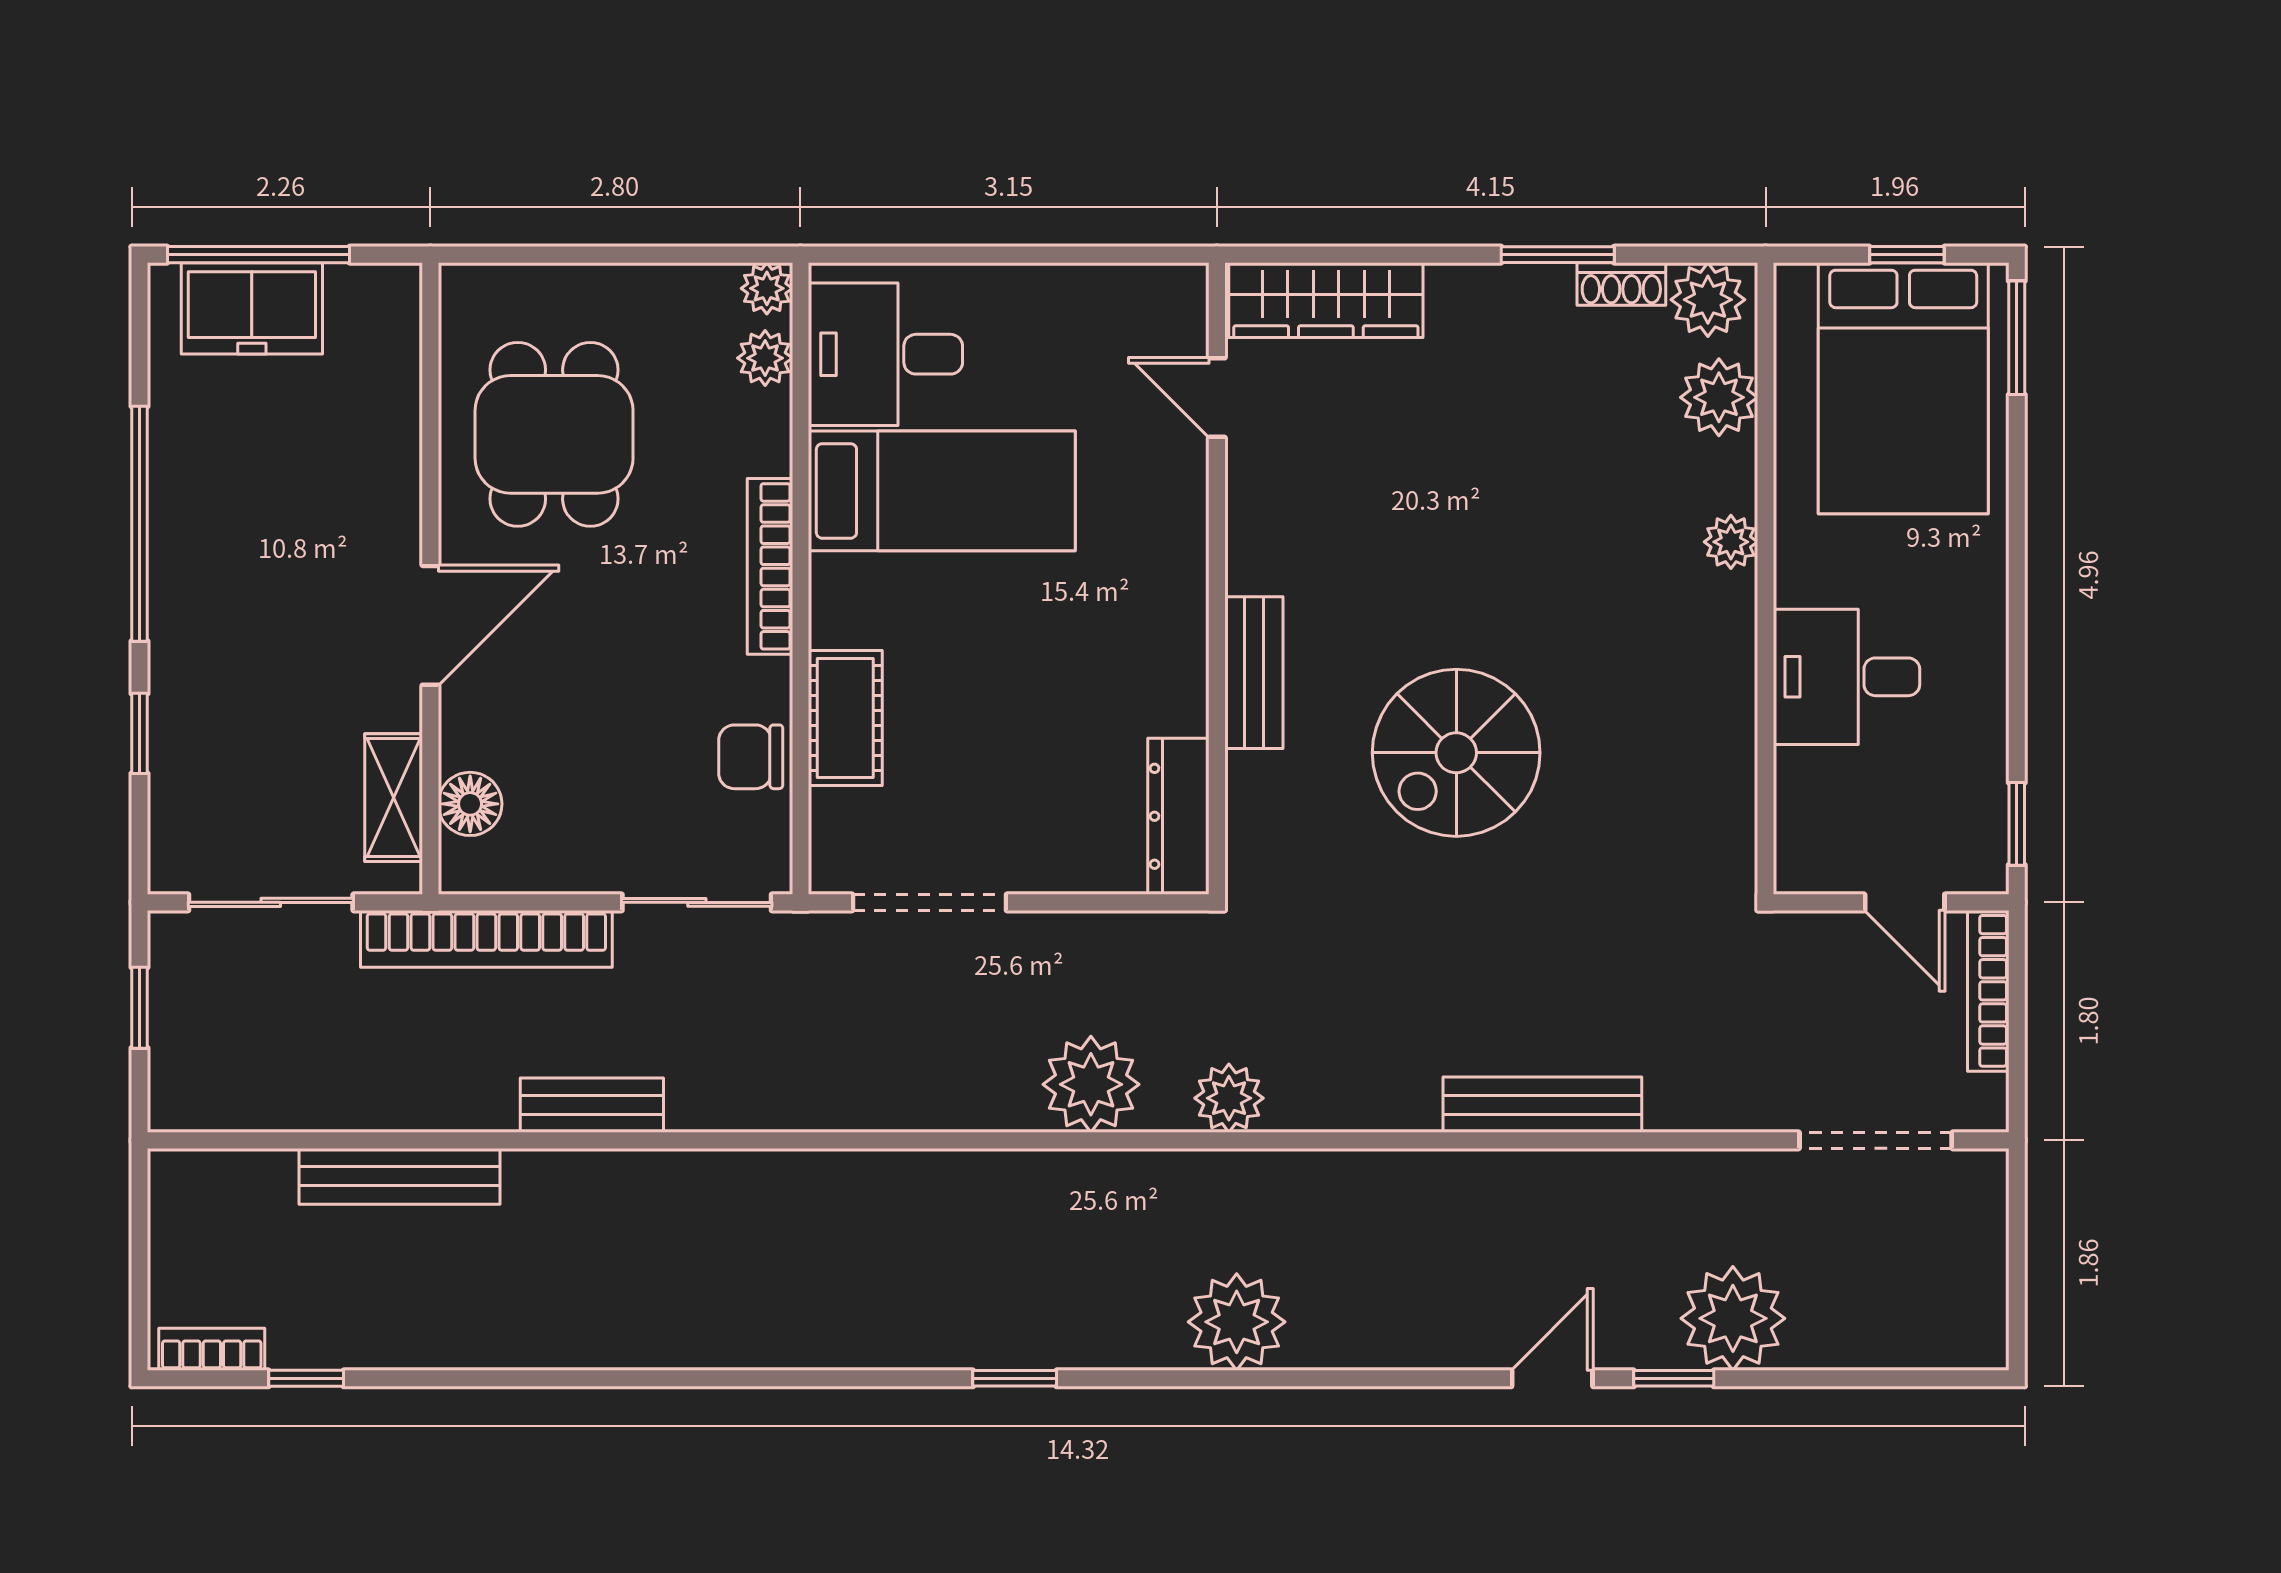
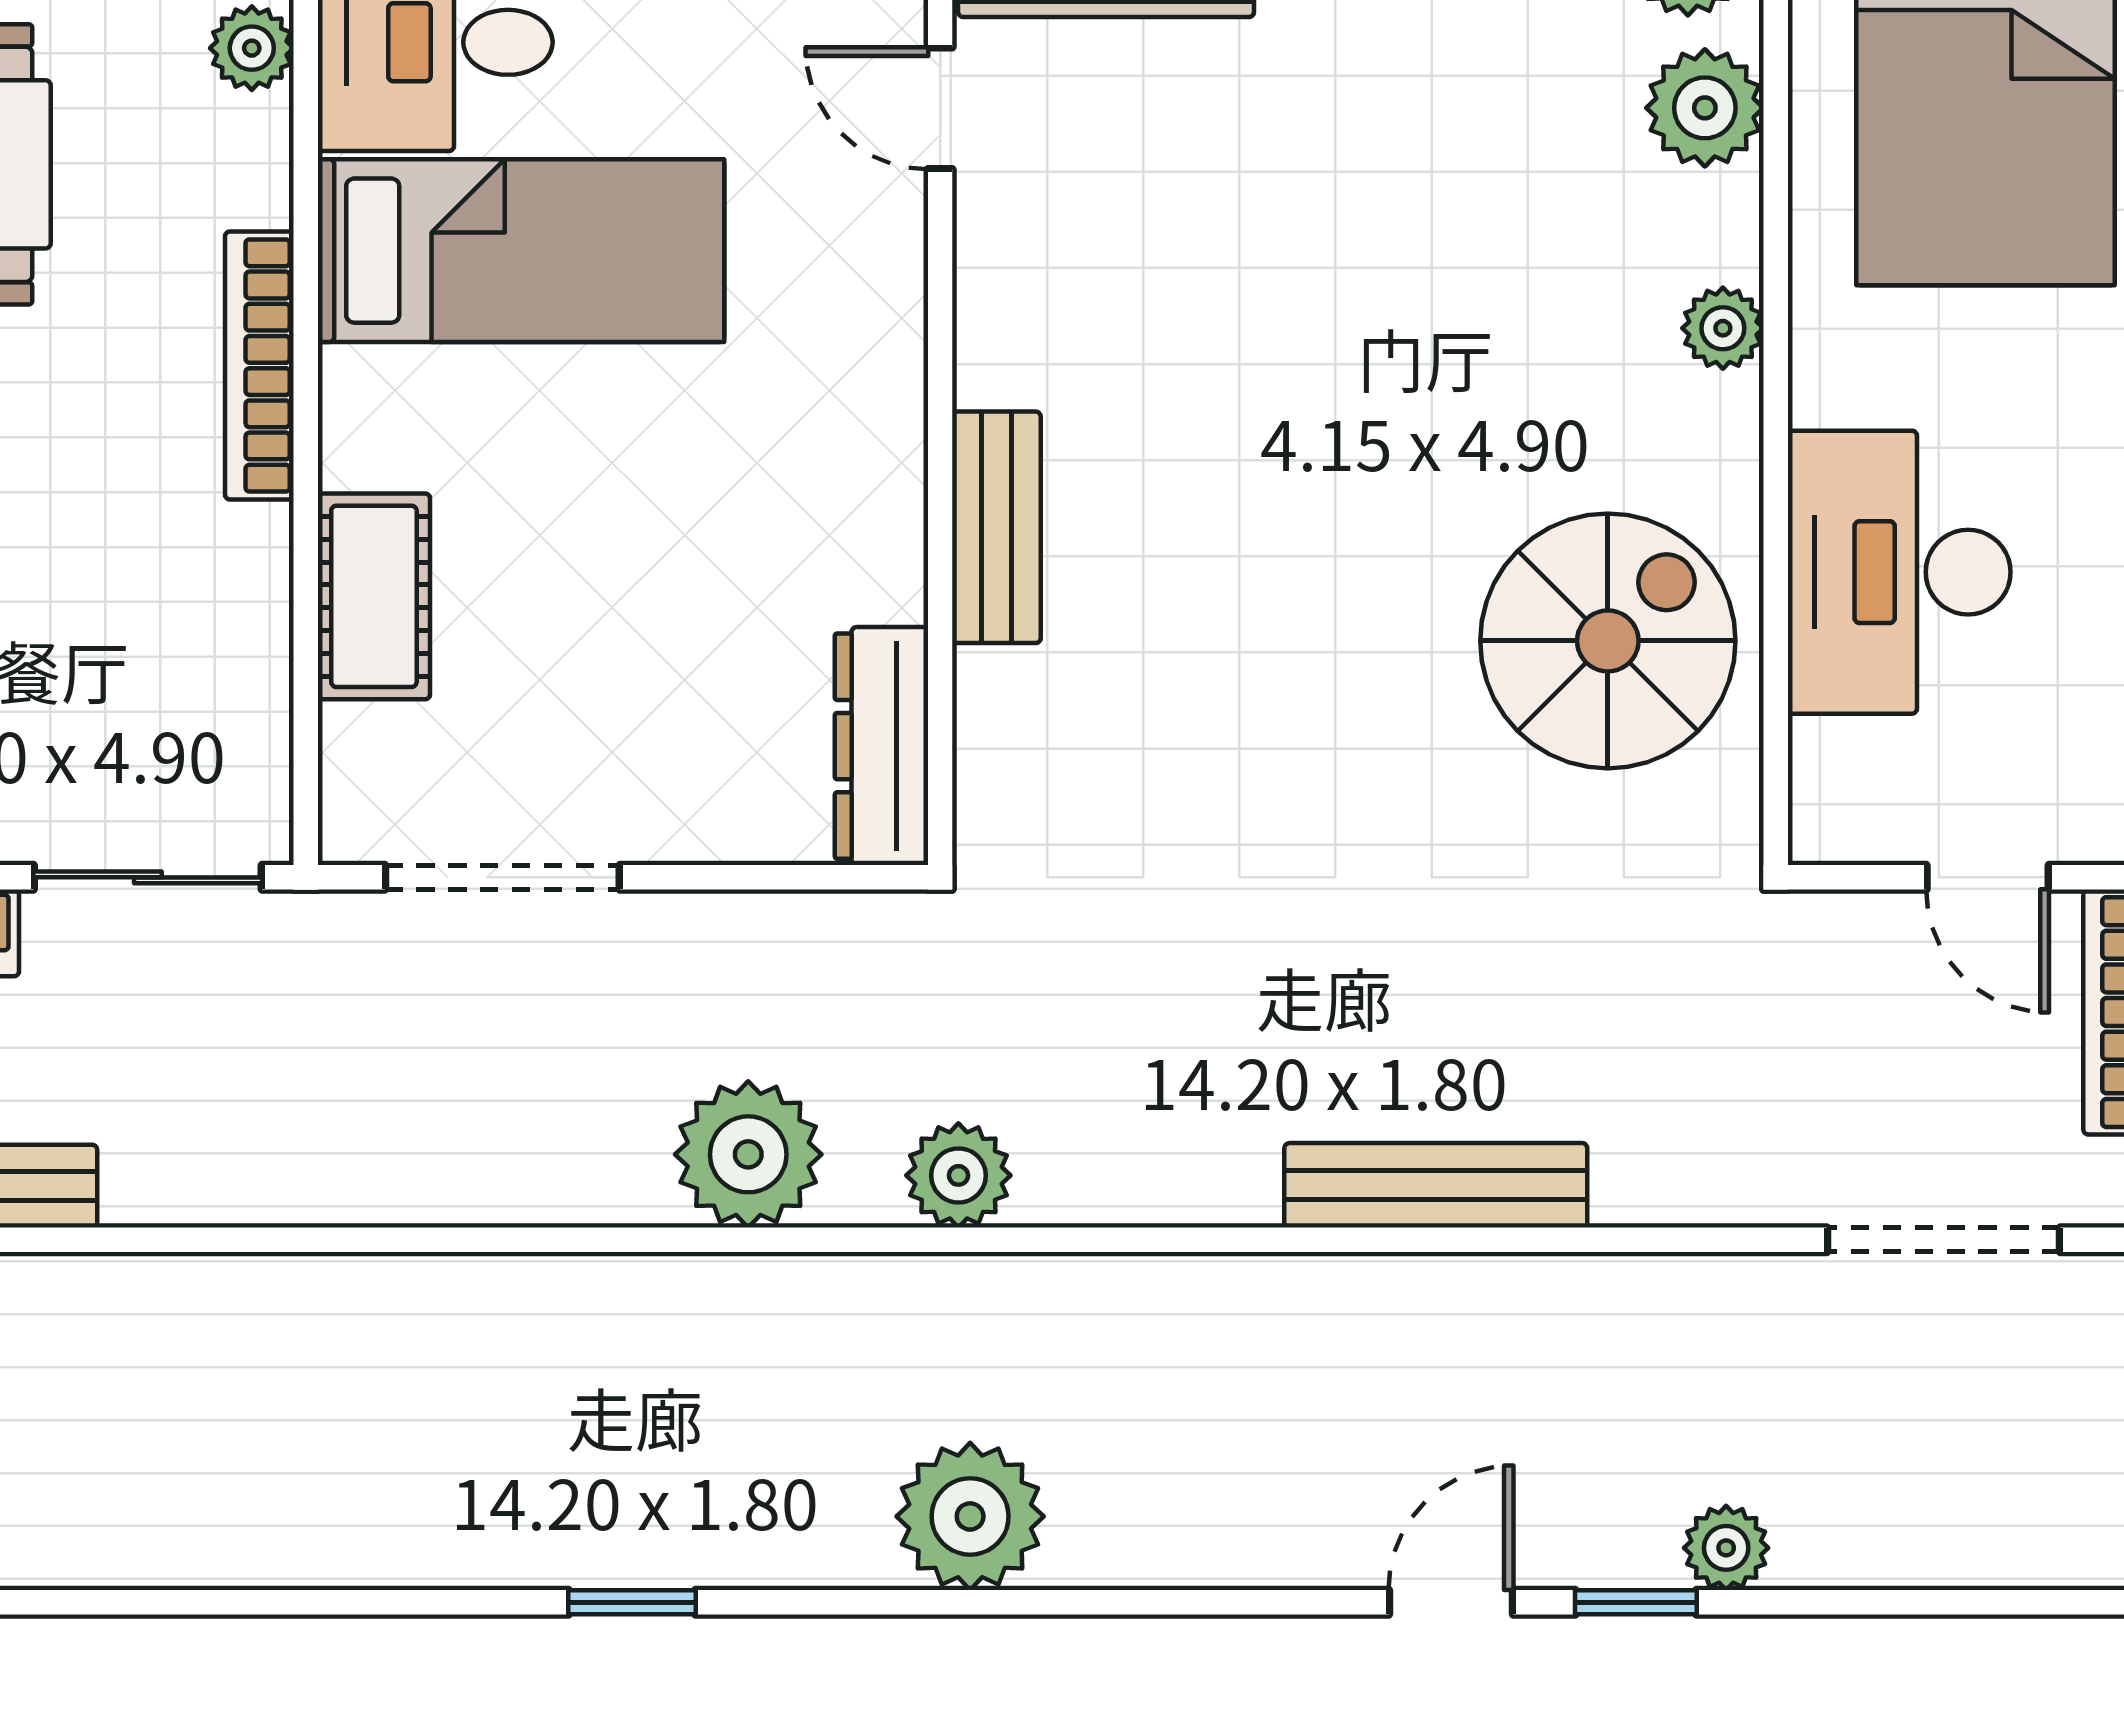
desk: (1847, 677) -> (1899, 572), width x1.37
spiral stairs: (1456, 753) -> (1608, 641), moved, turned 180
chair: (751, 757) -> (230, 655), removed
plant: (1733, 1318) -> (1726, 1548), width x0.53, depth x0.53

